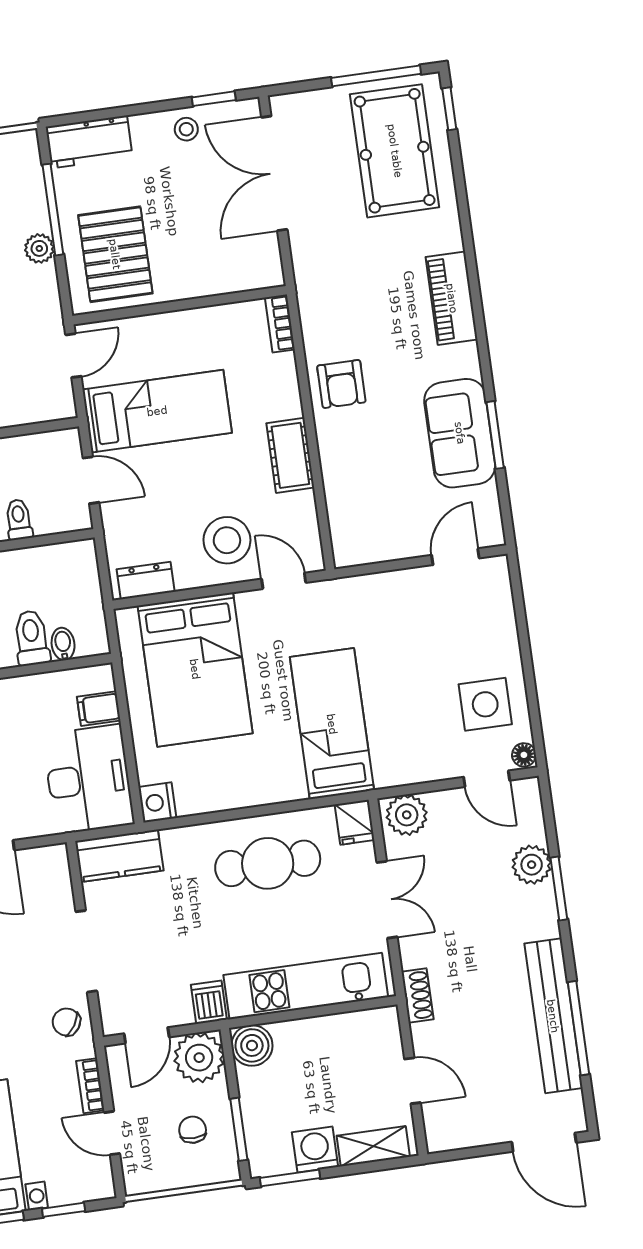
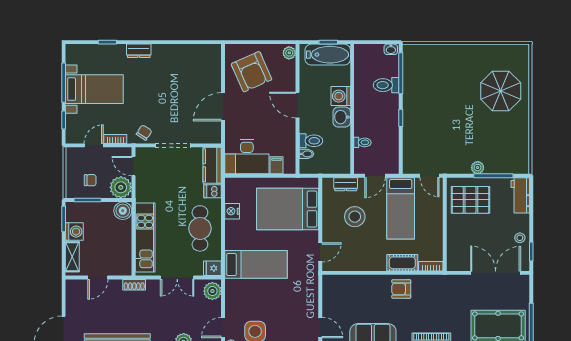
cot: (290, 455) -> (402, 263), moved
stool: (227, 540) -> (355, 217), moved
dresser: (146, 581) -> (346, 184), moved, turned 90
nightstand: (157, 802) -> (232, 211), moved, turned -90
dishwasher: (209, 1002) -> (213, 191), moved, turned 180

